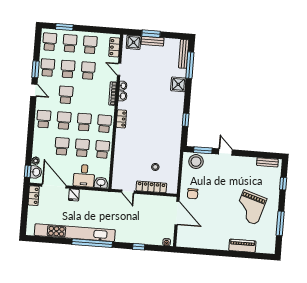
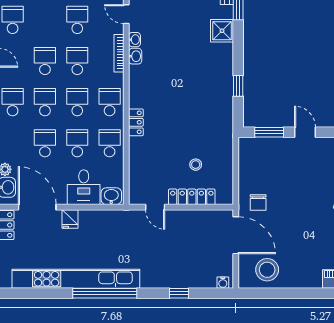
school desk: (68, 69) -> (77, 61), moved
locker: (121, 119) -> (136, 122), moved
stool: (196, 162) -> (267, 270), moved

